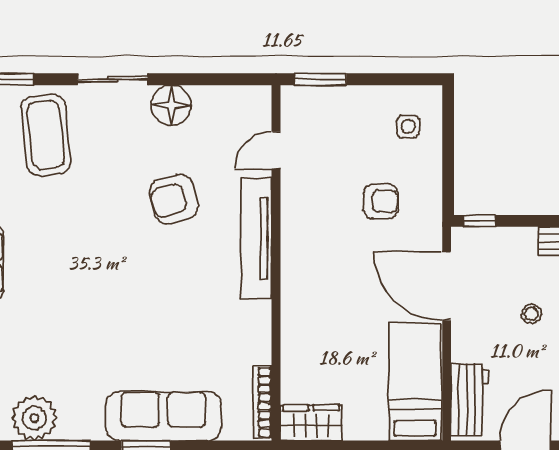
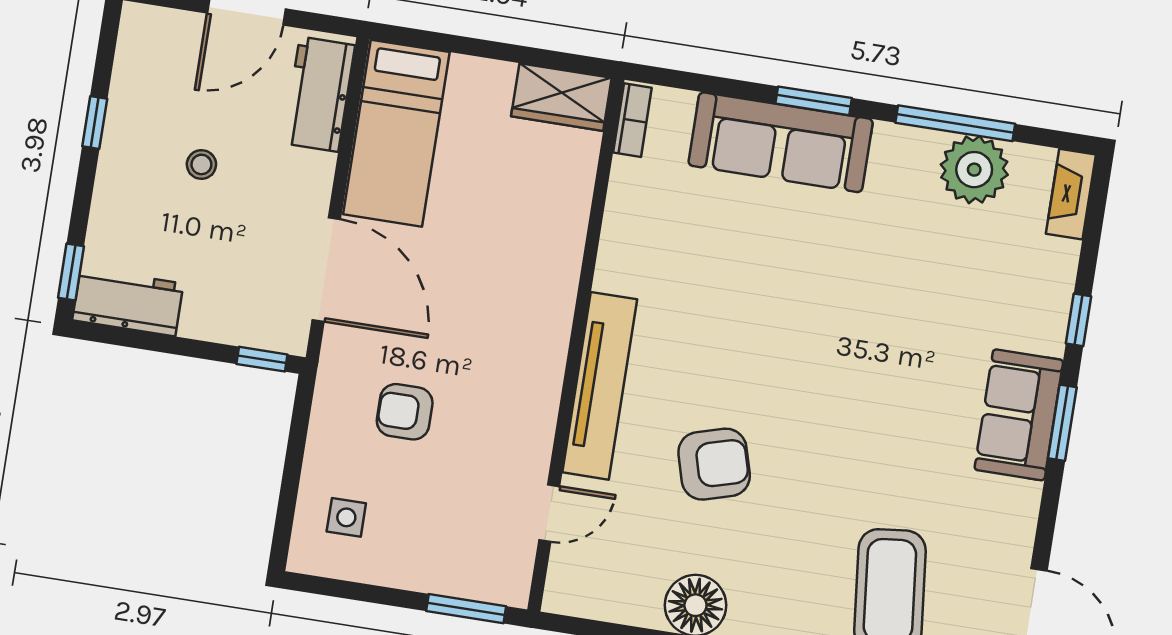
stool: (531, 314) -> (201, 164), moved
bookcase: (262, 402) -> (632, 120), width x0.64

